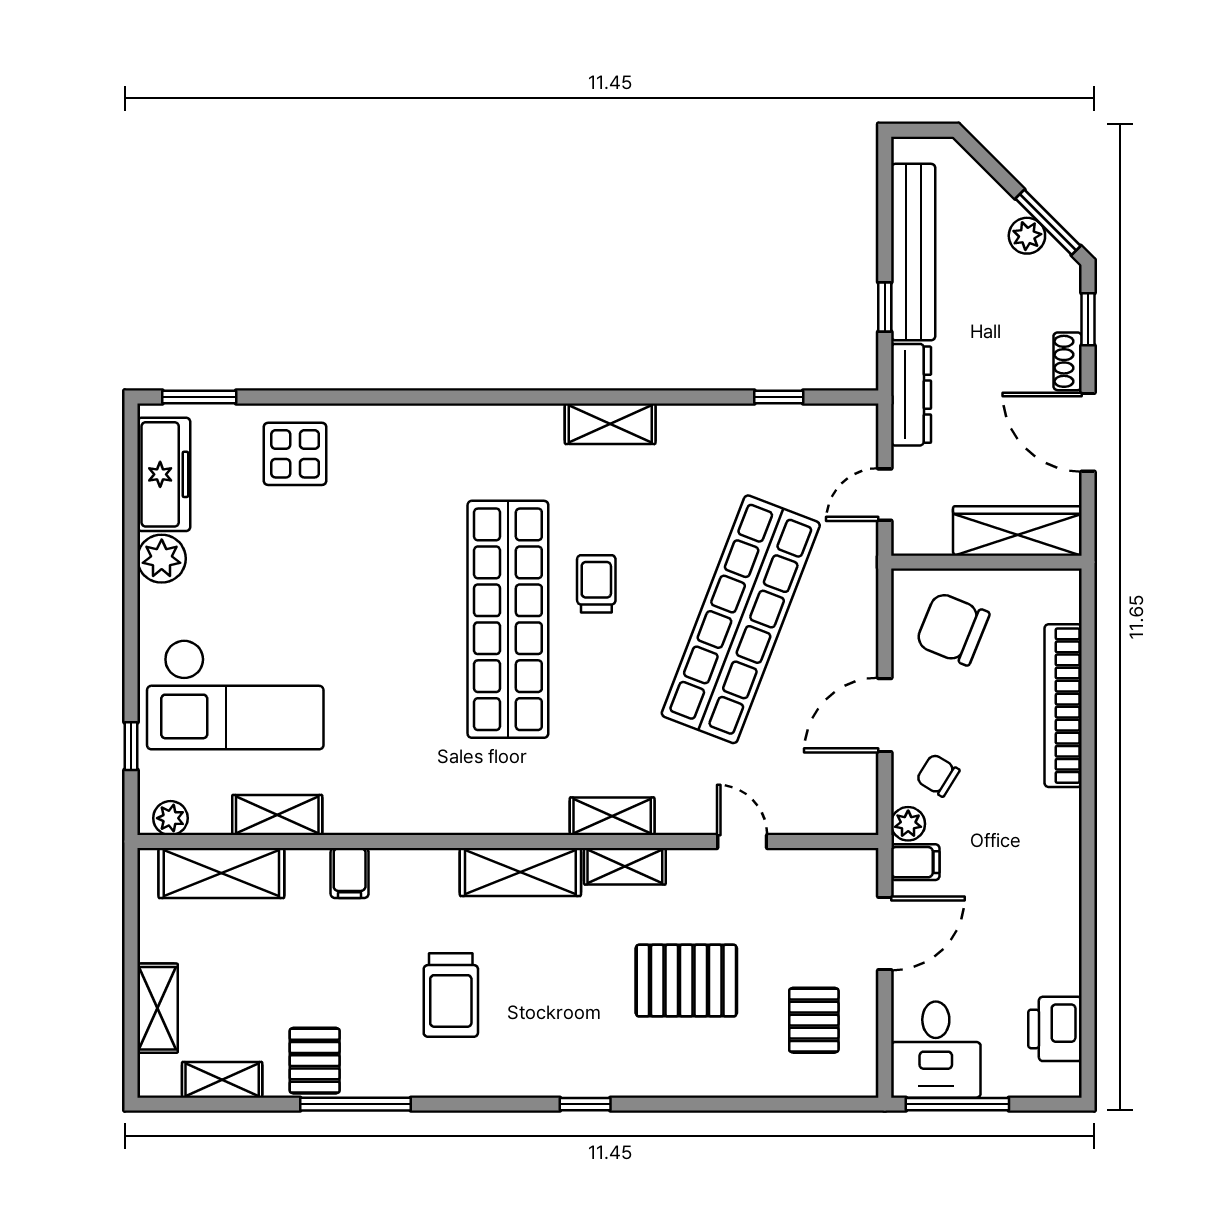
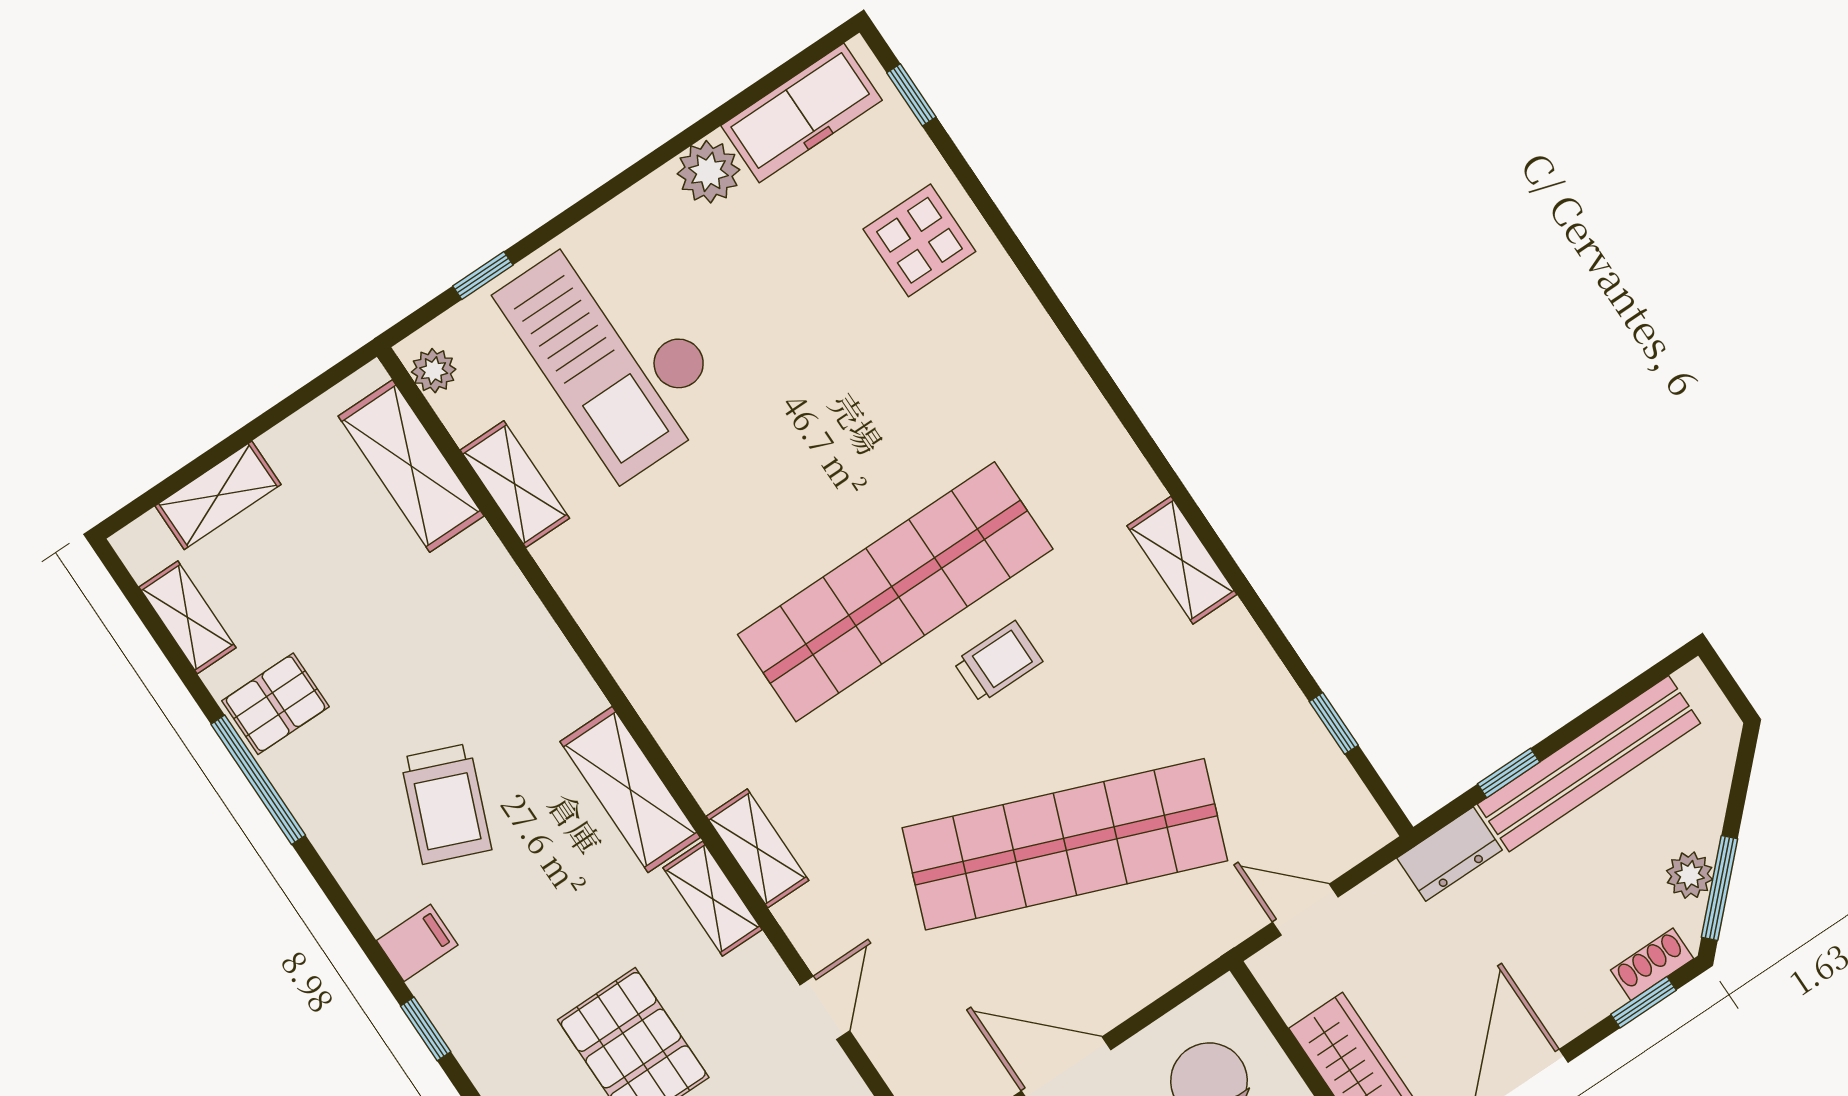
shoe rack: (1068, 361) -> (1652, 964), moved
dresser: (911, 395) -> (1449, 854), width x0.70
window: (199, 397) -> (911, 95), width x0.67
filing cabinet: (350, 873) -> (417, 943), moved, turned 180
trolley: (451, 995) -> (446, 804), turned -68

